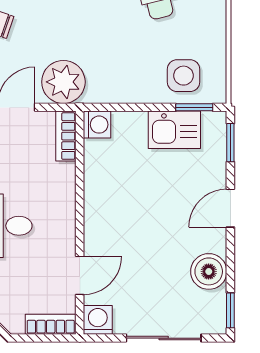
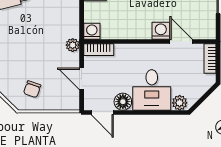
plant: (63, 82) -> (73, 45), width x0.53, depth x0.53
washing machine: (98, 320) -> (161, 31), moved, turned 90

